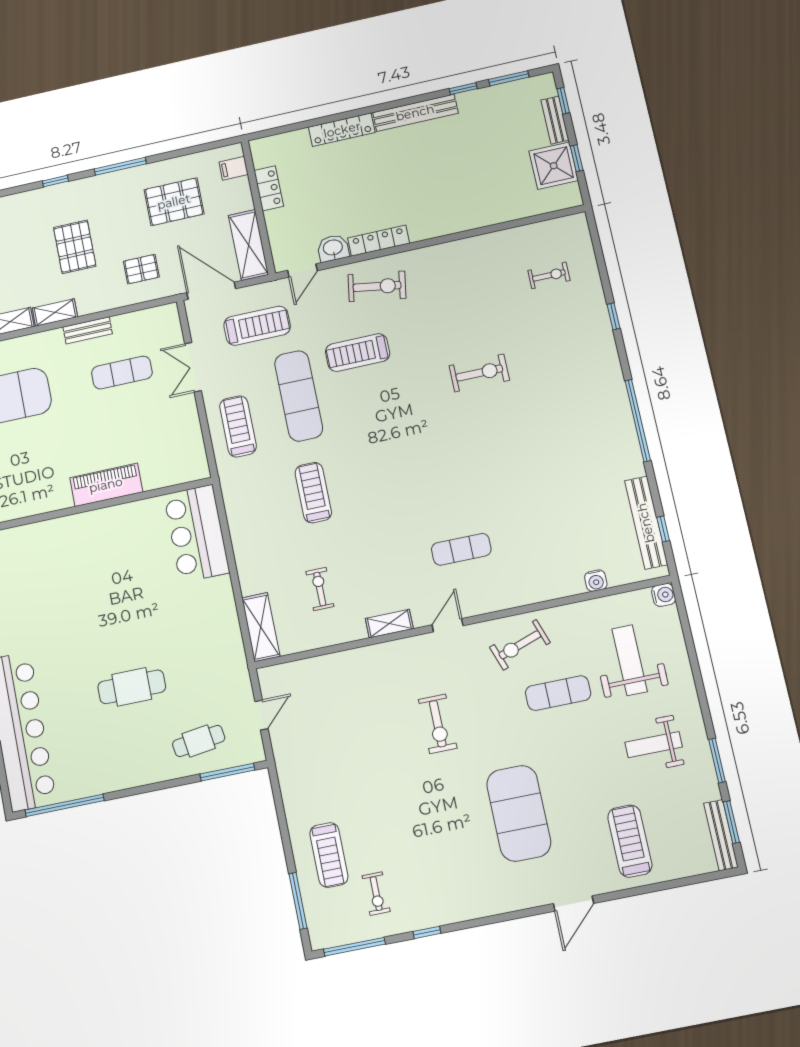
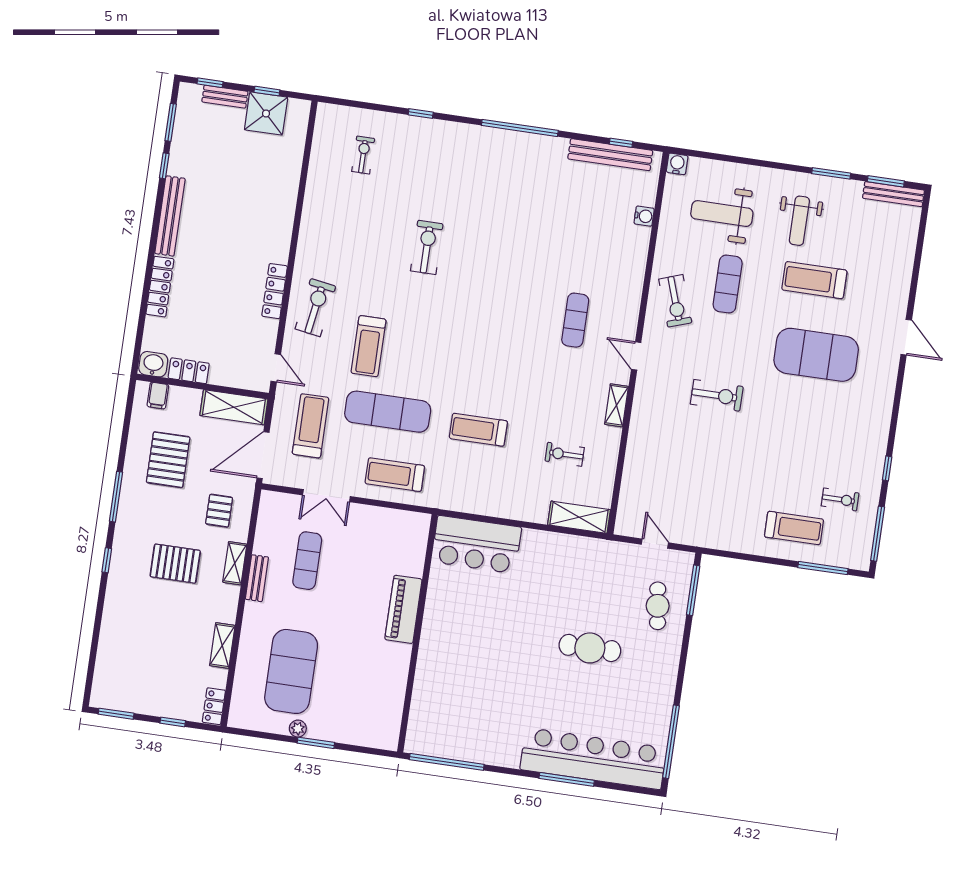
washbasin: (333, 248) -> (153, 364), moved, turned 90
shelving: (55, 312) -> (235, 563), moved
cafe table: (132, 687) -> (590, 648), turned 90
treadmill: (630, 841) -> (814, 280), moved

